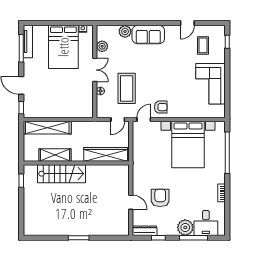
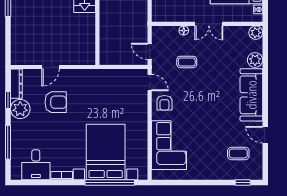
sofa: (148, 35) -> (251, 95), width x1.36
plant: (102, 46) -> (256, 33), moved
corner sofa: (211, 84) -> (169, 145), moved, turned 90
coffee table: (127, 88) -> (187, 62), width x0.54, depth x0.58
bed with nightstands: (188, 144) -> (106, 152), moved, turned 90
wardrobe: (106, 154) -> (108, 37), removed
desk: (206, 223) -> (36, 165), moved, turned -90
plant: (185, 227) -> (20, 109), moved

